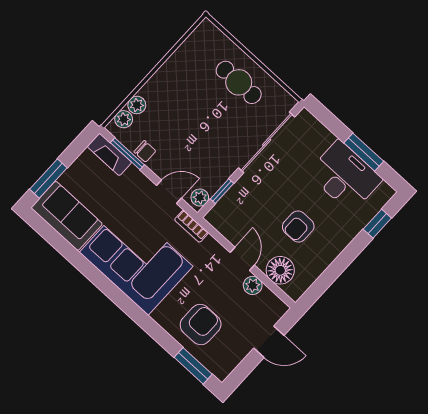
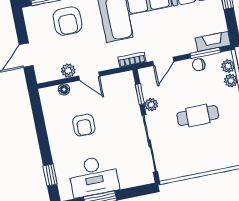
cafe table: (239, 82) -> (198, 116), moved
plant: (200, 198) -> (151, 105), moved
armchair: (298, 227) -> (84, 125), turned 180
floor lamp: (280, 270) -> (64, 89), width x0.53, depth x0.53

